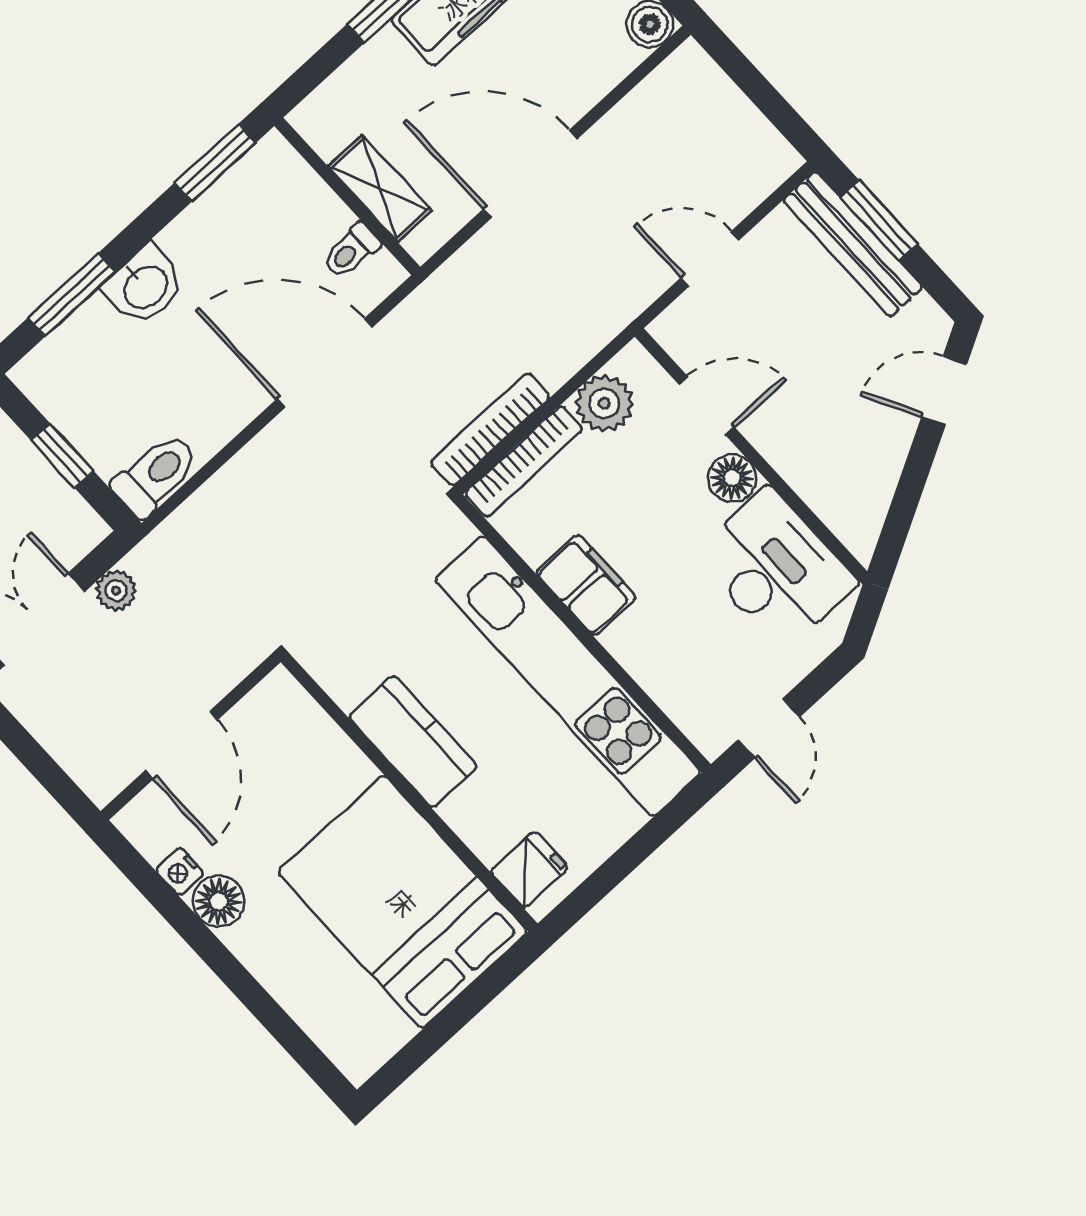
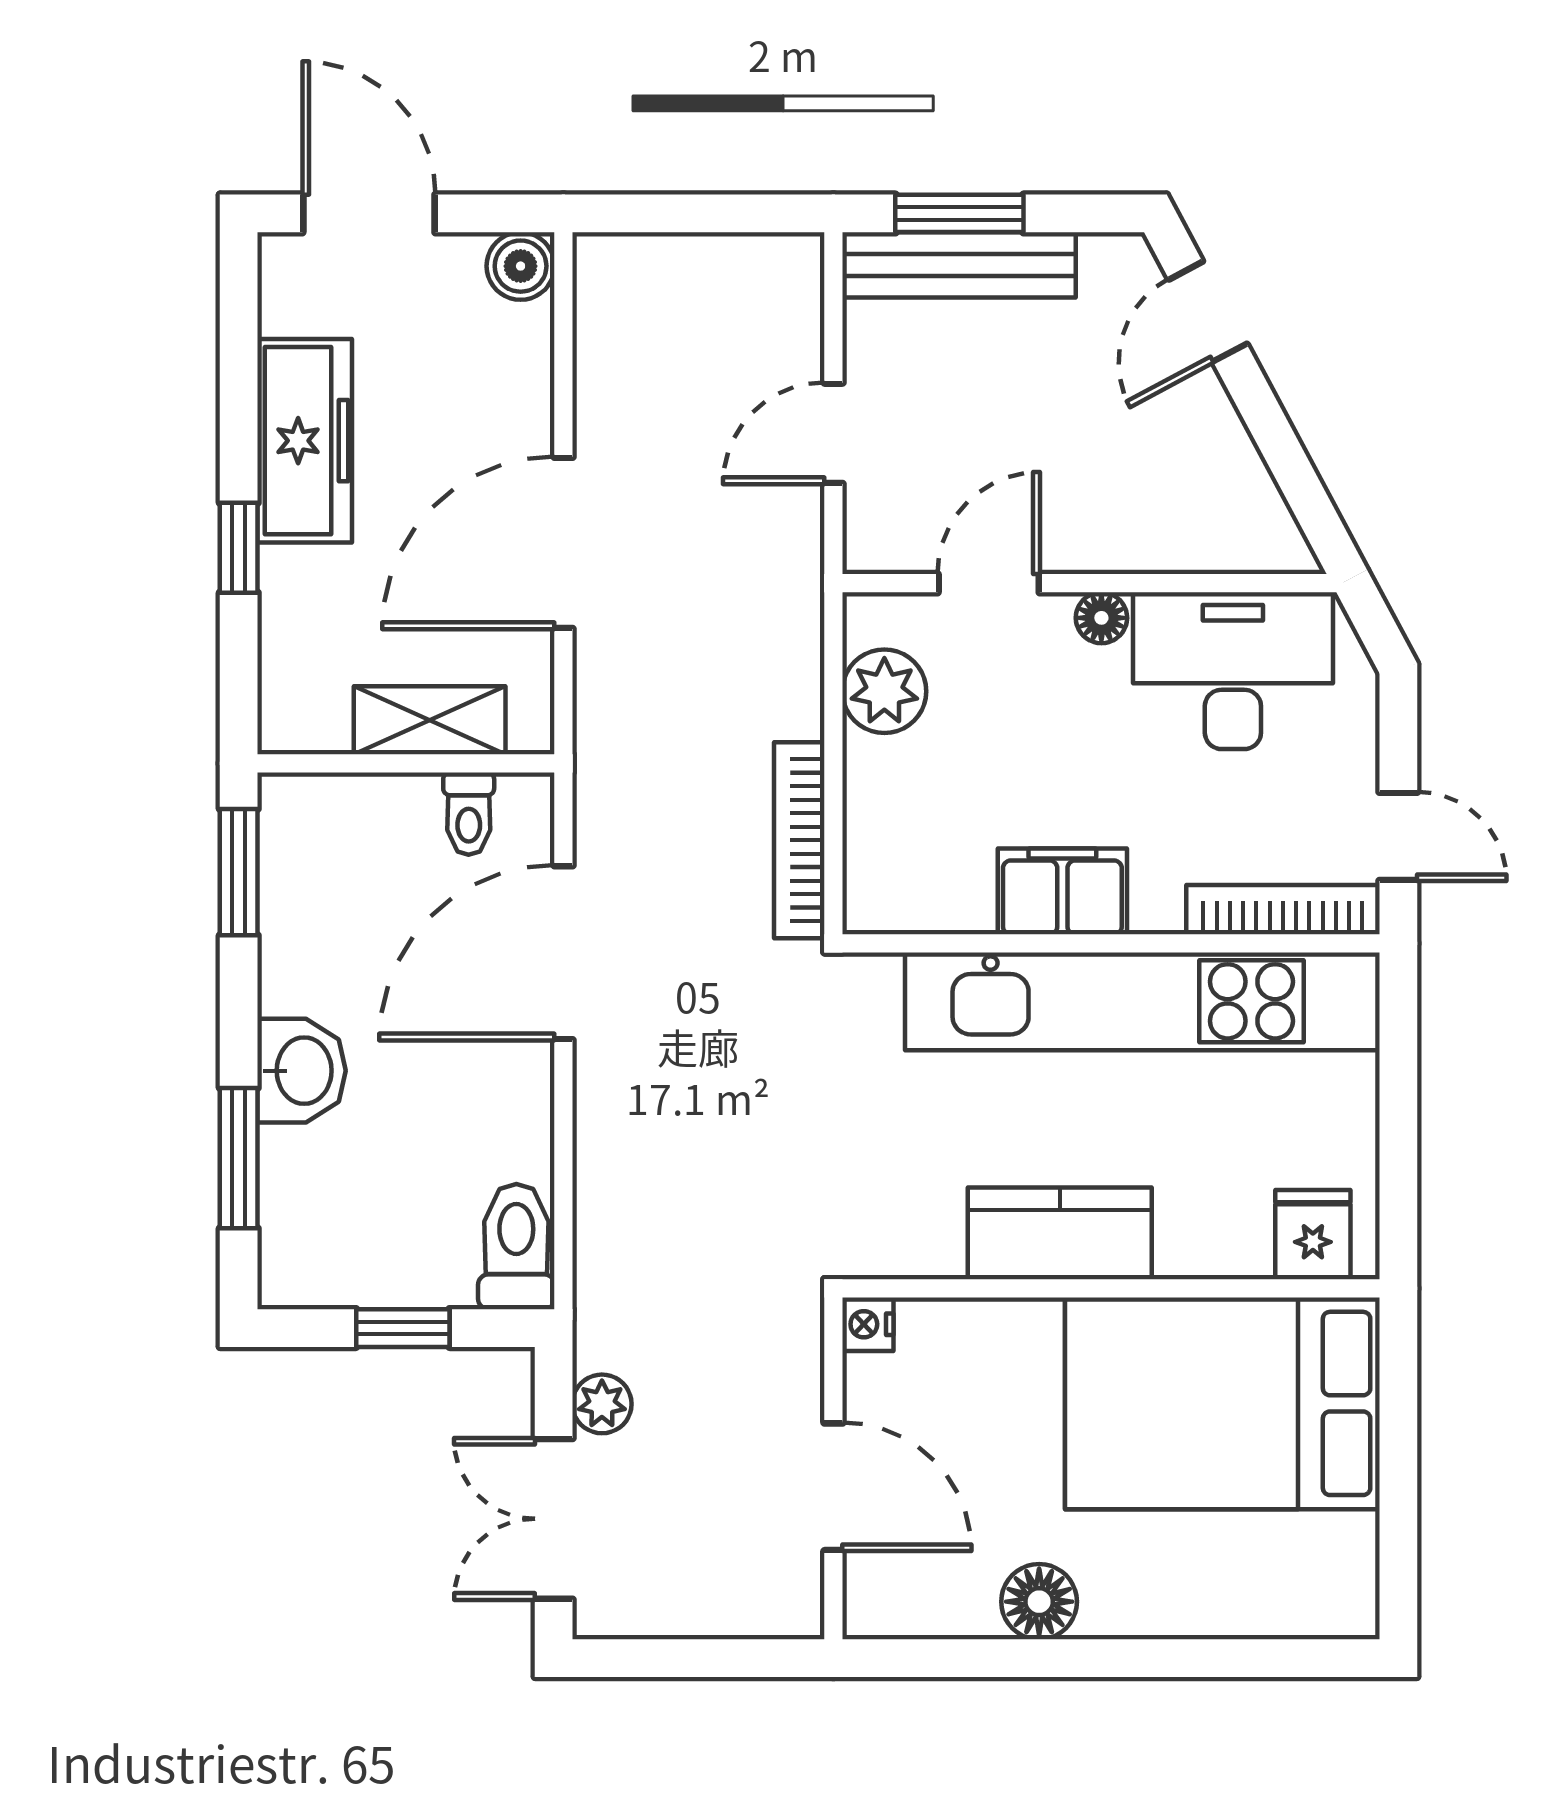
bookcase: (524, 461) -> (1283, 910), moved, turned -90
floor lamp: (732, 478) -> (1101, 618), width x0.73, depth x0.73
nightstand: (180, 872) -> (868, 1324), moved, turned 90

